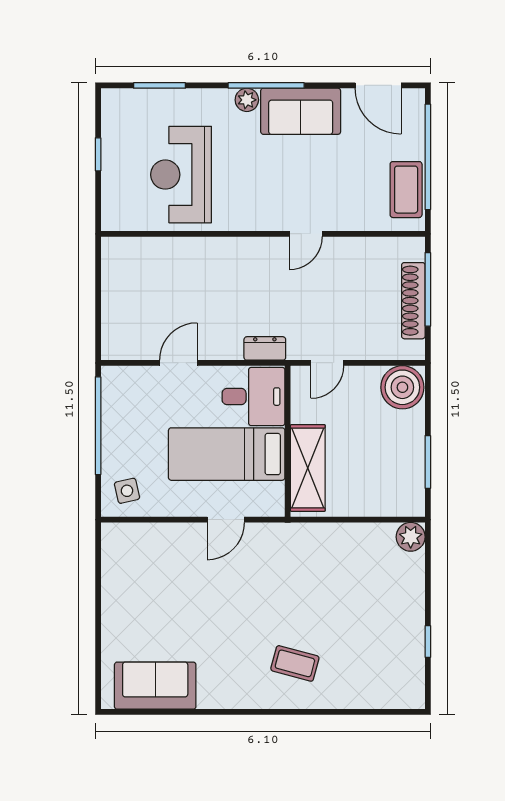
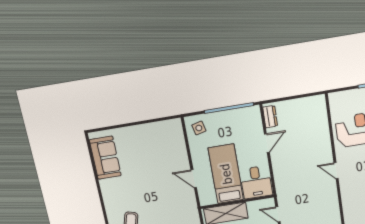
door: (306, 234) -> (336, 171), moved
dresser: (265, 348) -> (270, 117), moved
door: (178, 363) -> (267, 143), hinge flipped

